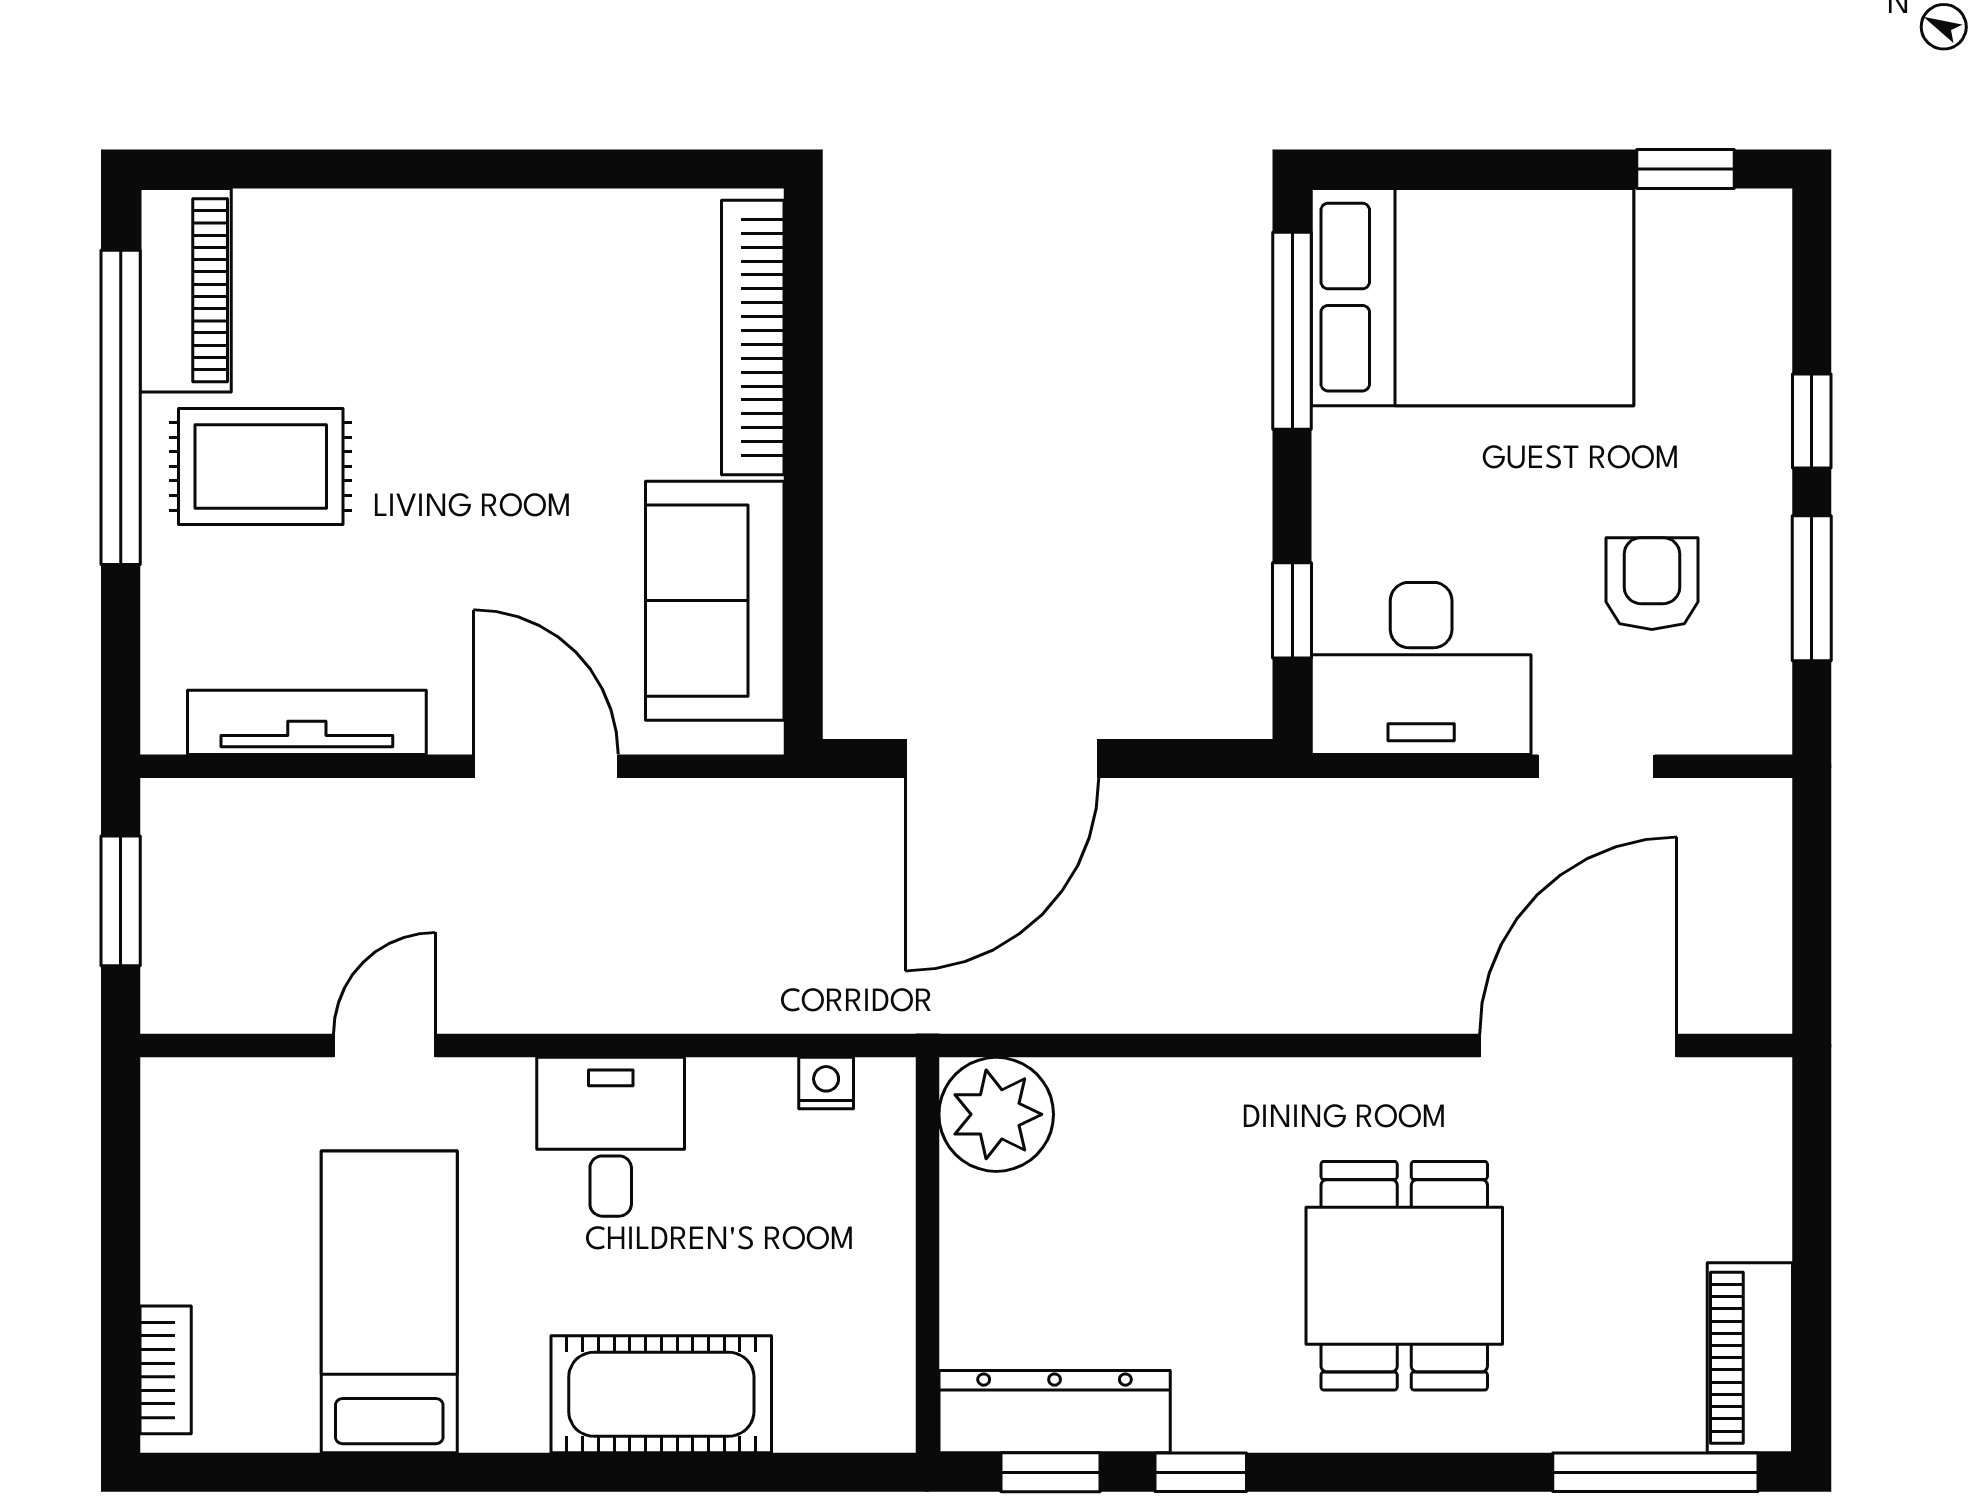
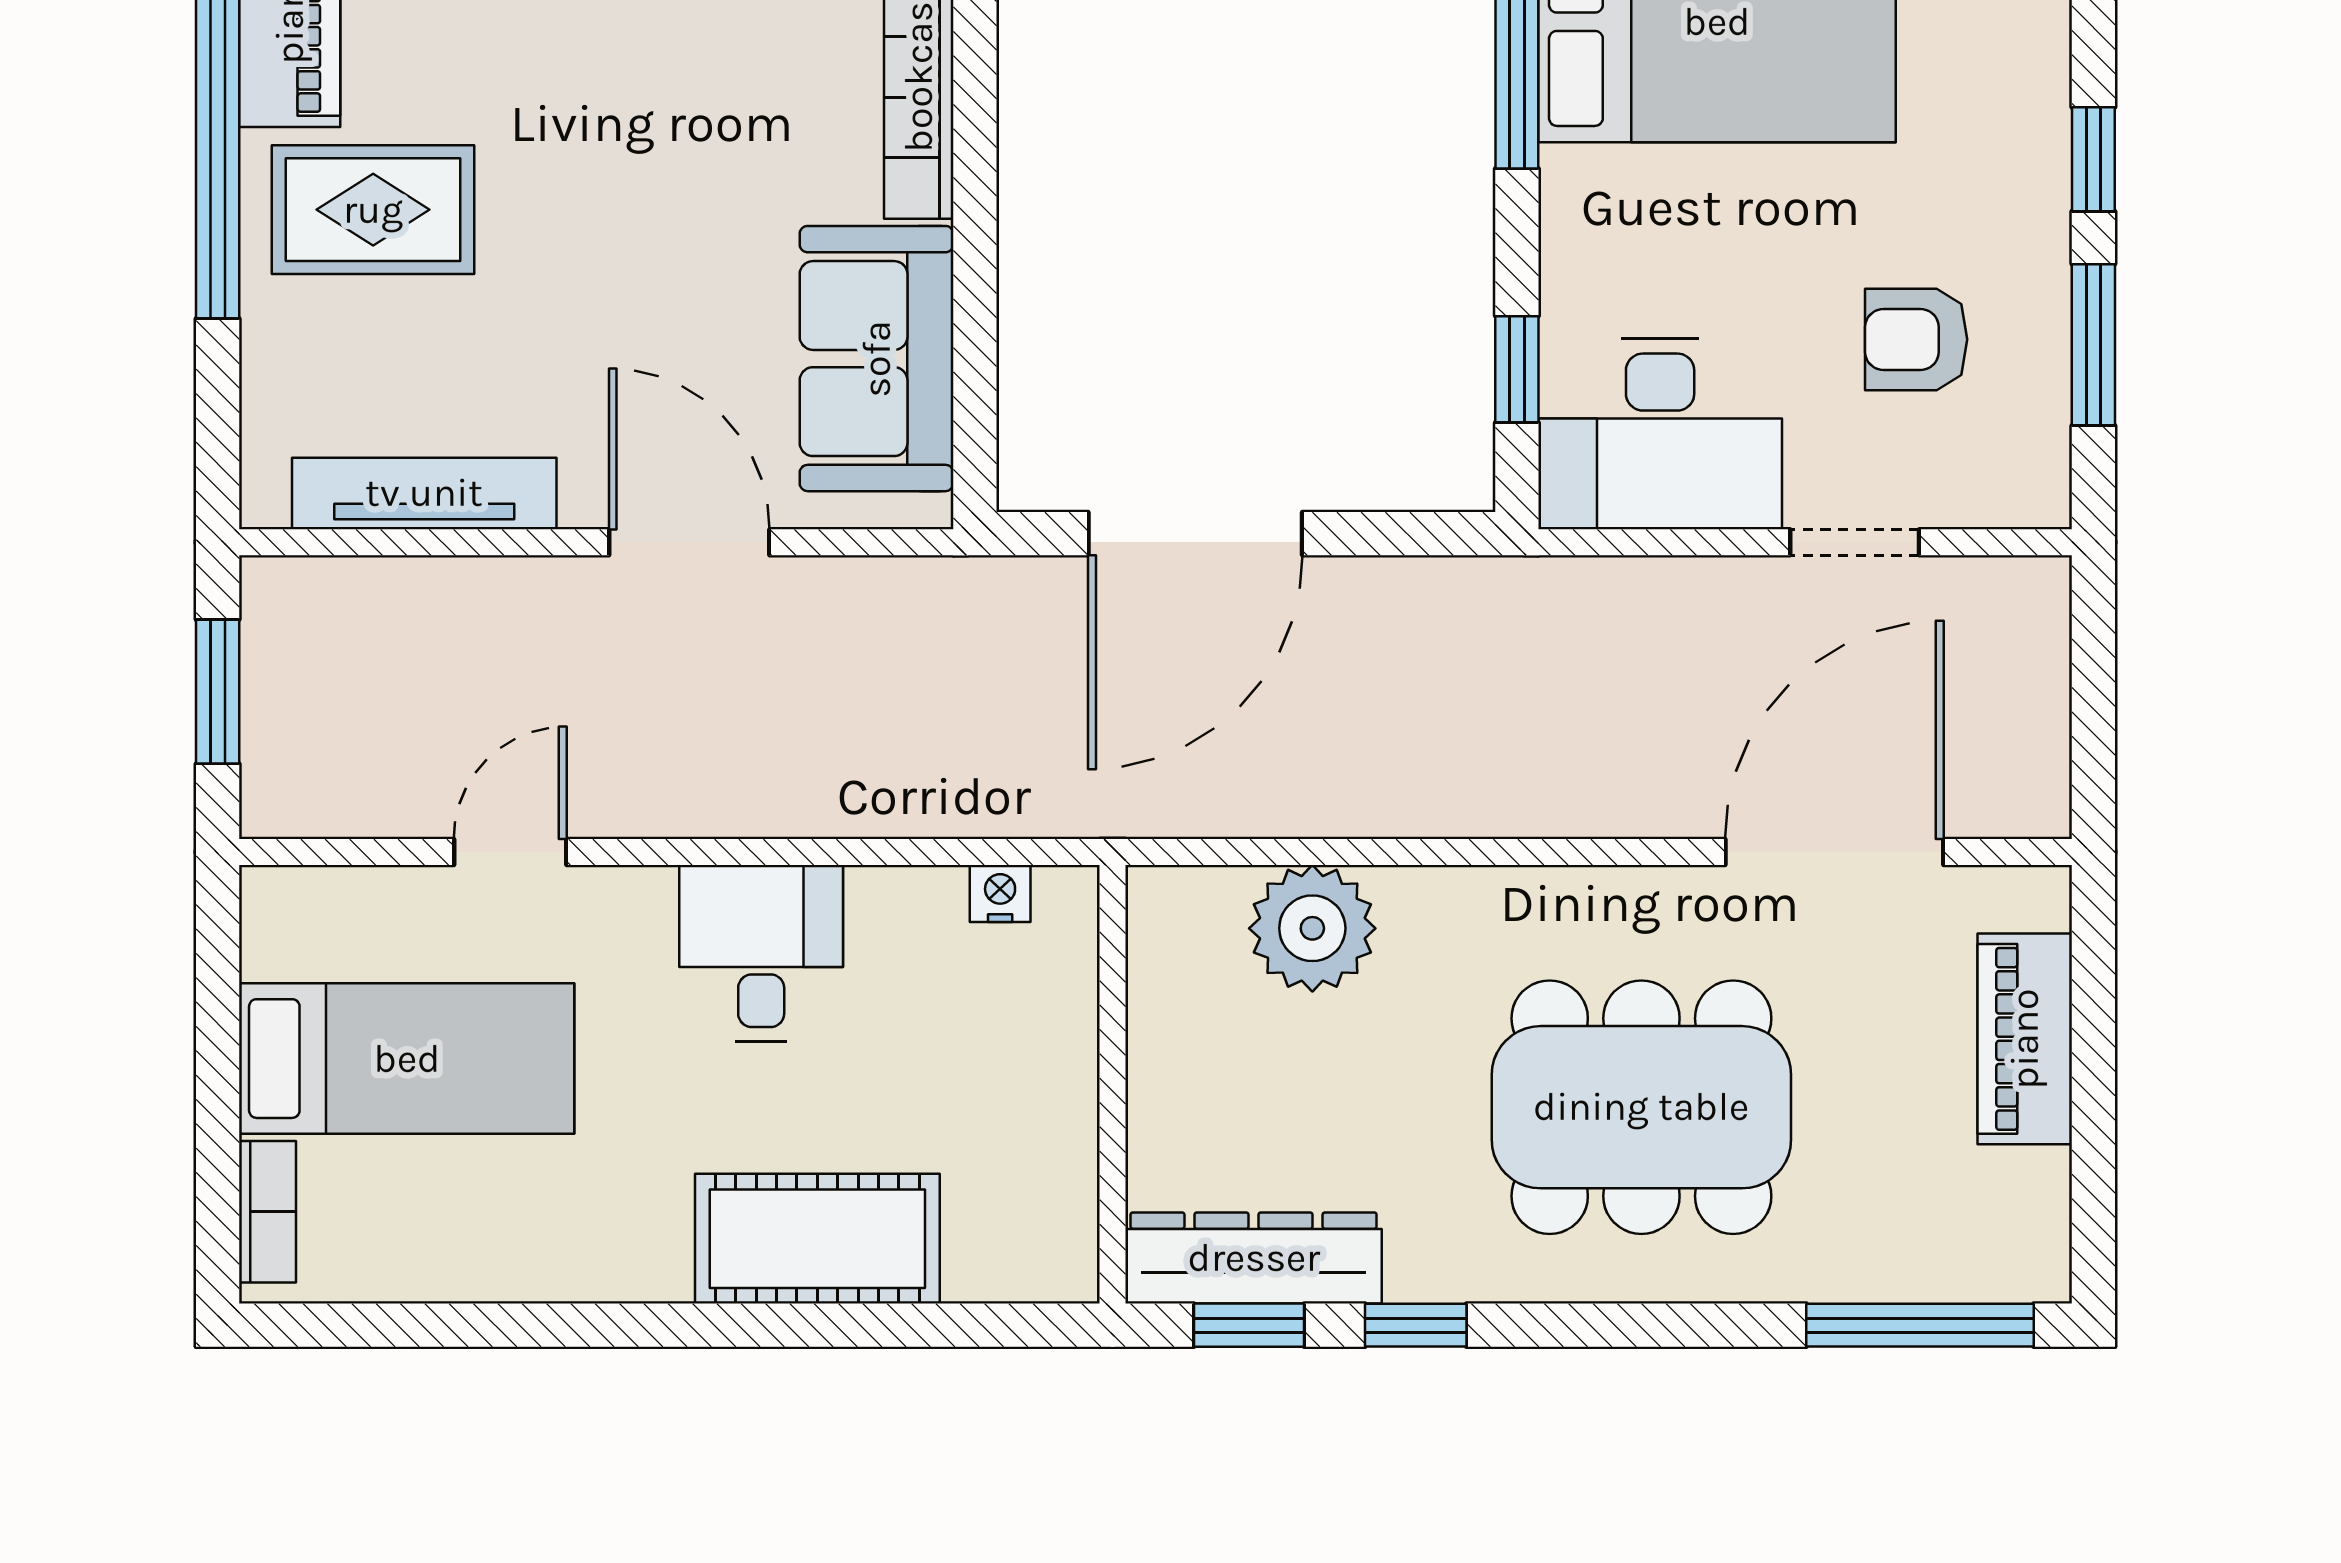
armchair: (1652, 584) -> (1916, 339), turned -90
plant: (996, 1114) -> (1312, 928), moved
dining table: (1404, 1276) -> (1641, 1107), width x1.38
bed: (389, 1302) -> (407, 1059), moved, turned 90
piano: (1750, 1358) -> (2025, 1039), moved

